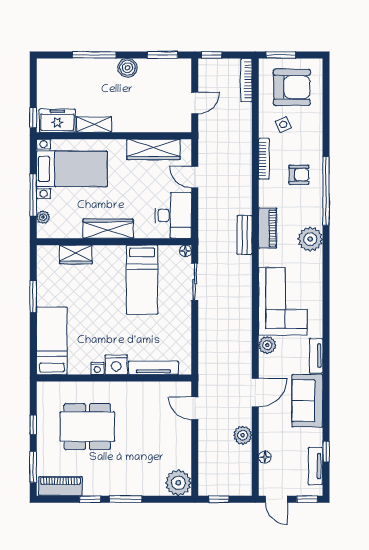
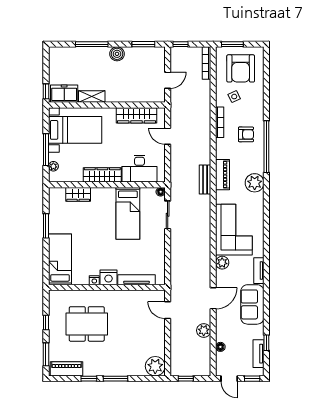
armchair: (292, 87) -> (241, 68), turned 90
desk: (173, 215) -> (139, 169), moved, turned 90

